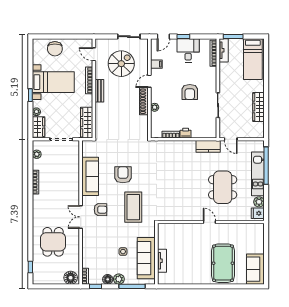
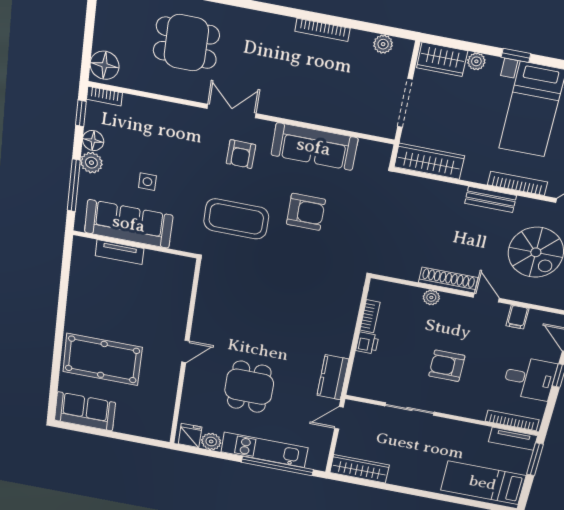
wardrobe: (258, 107) -> (360, 469), moved
dining table: (223, 187) -> (249, 387), width x0.73

